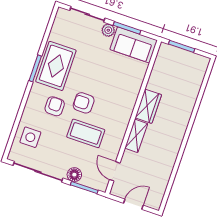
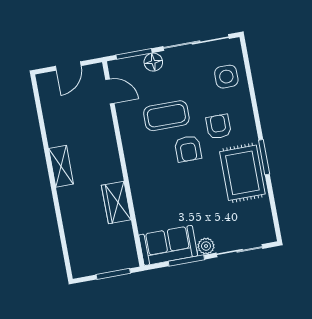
armchair: (84, 103) -> (188, 149), turned 90
armchair: (55, 106) -> (219, 127), turned 180
wardrobe: (148, 106) -> (116, 203), moved
shelving: (136, 136) -> (61, 166), moved

